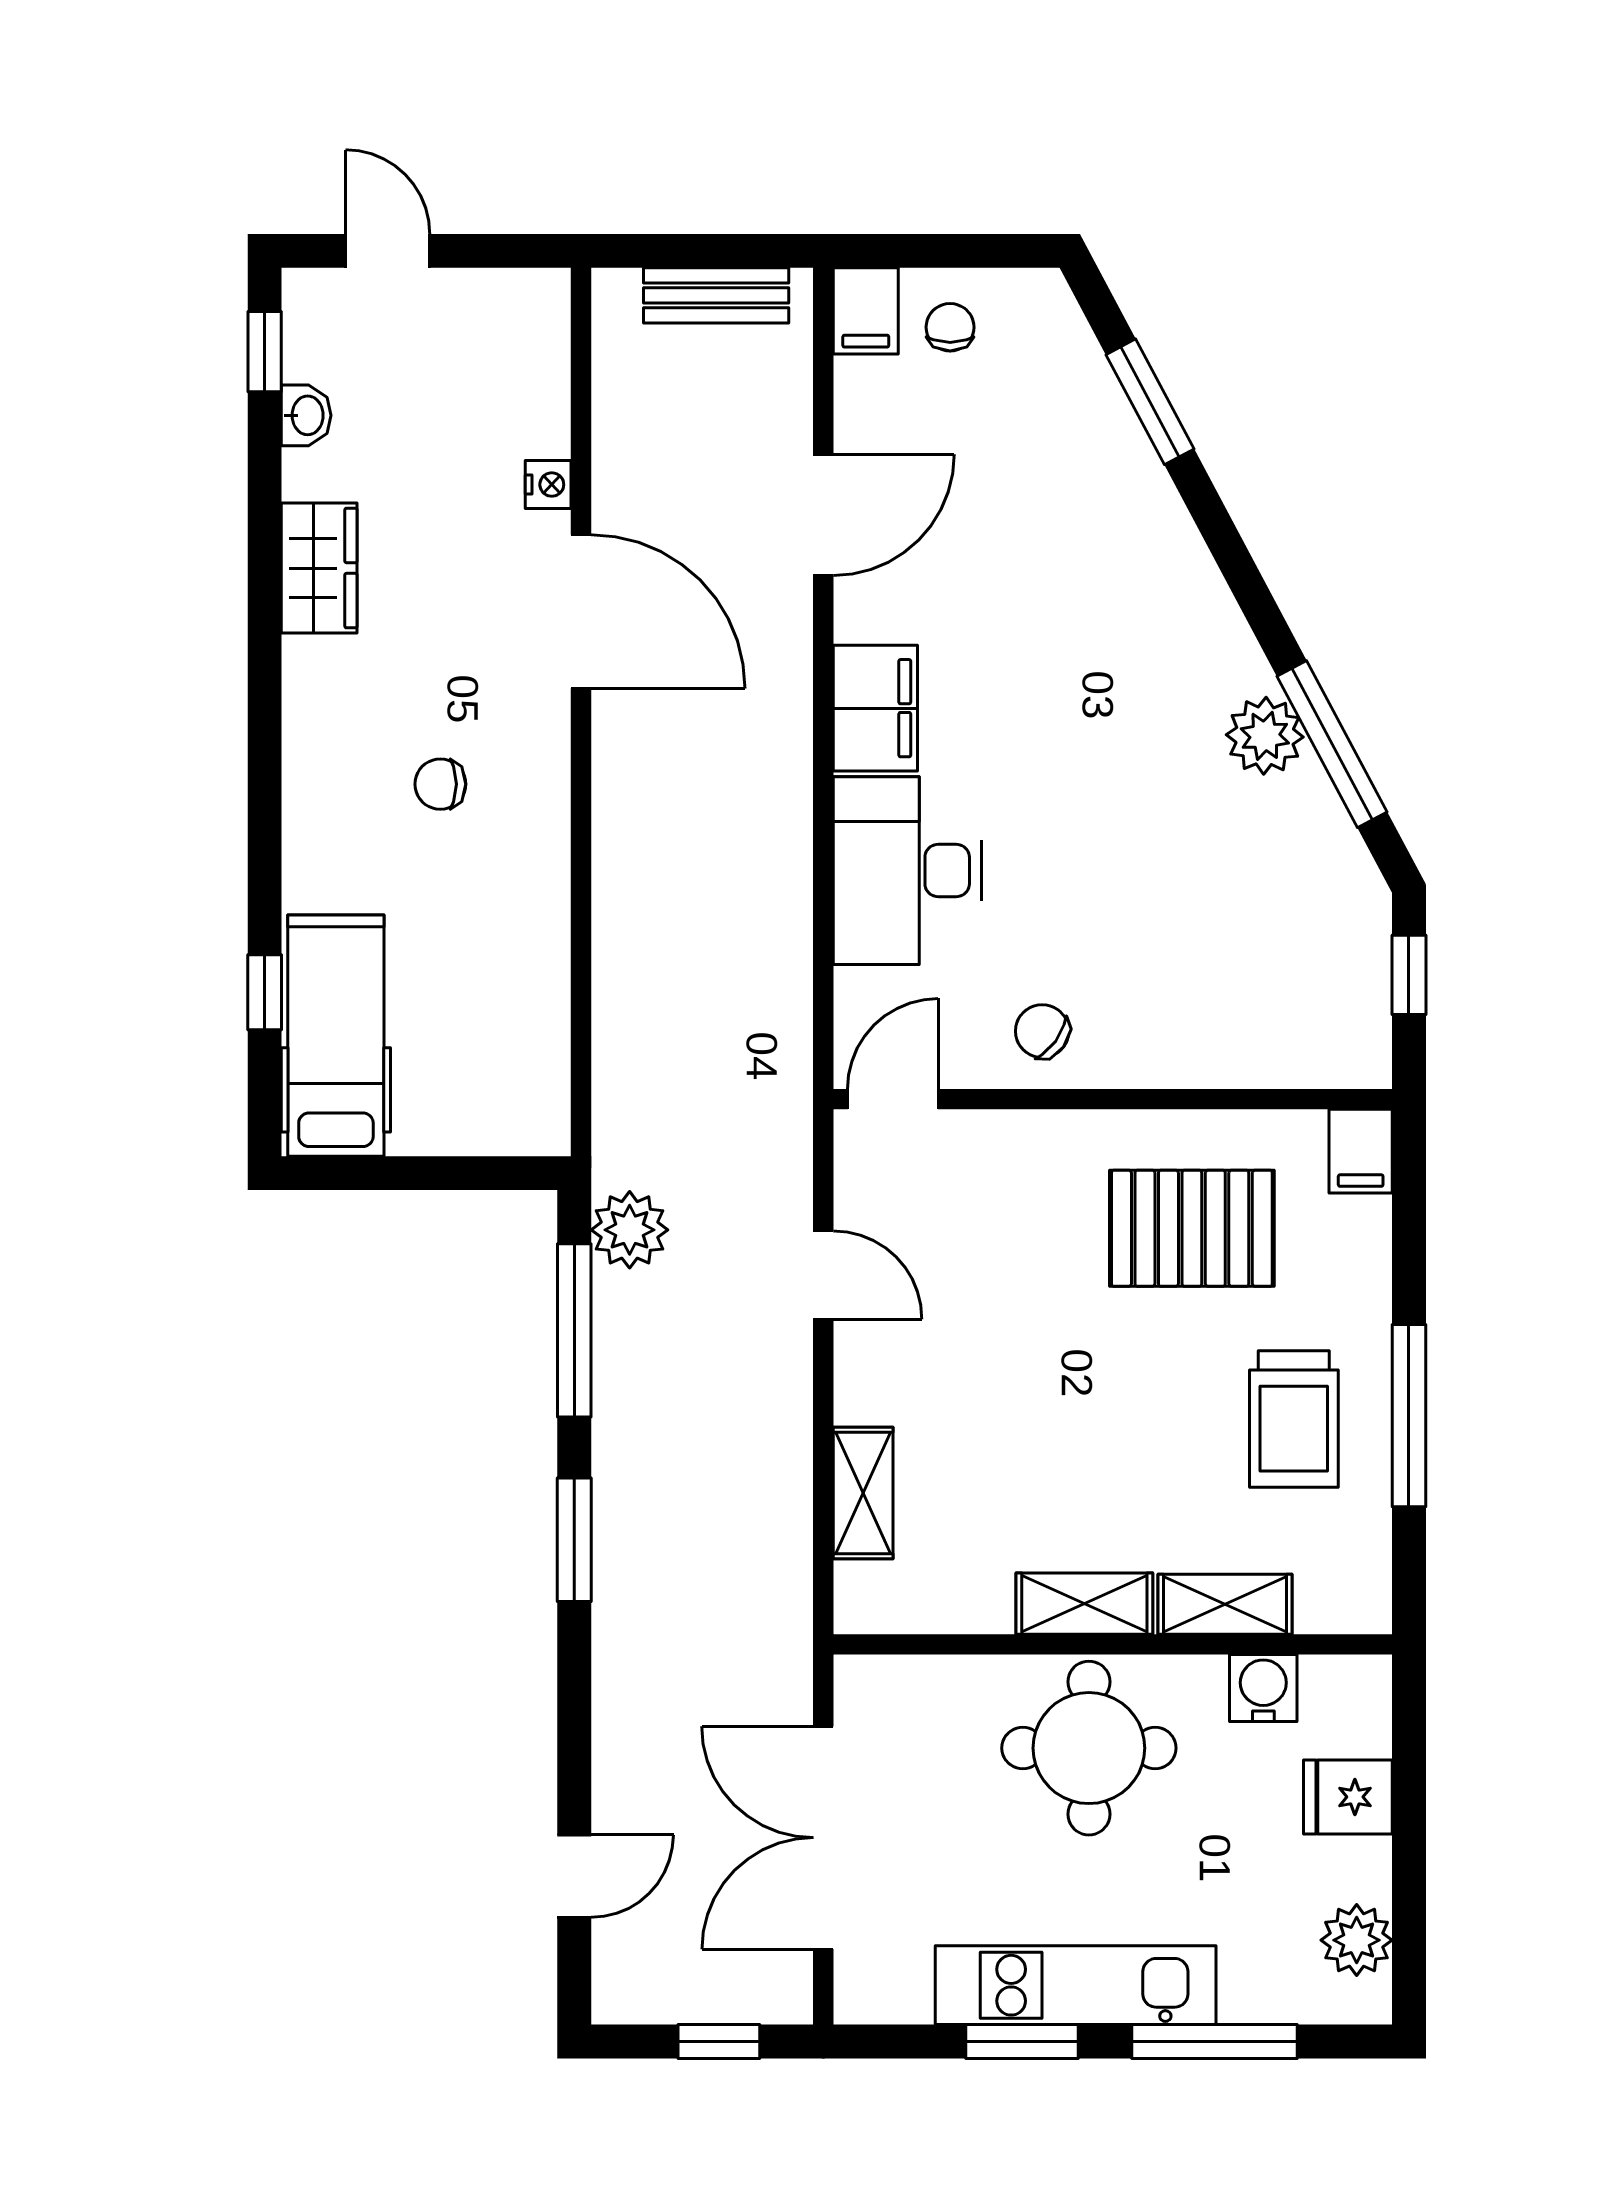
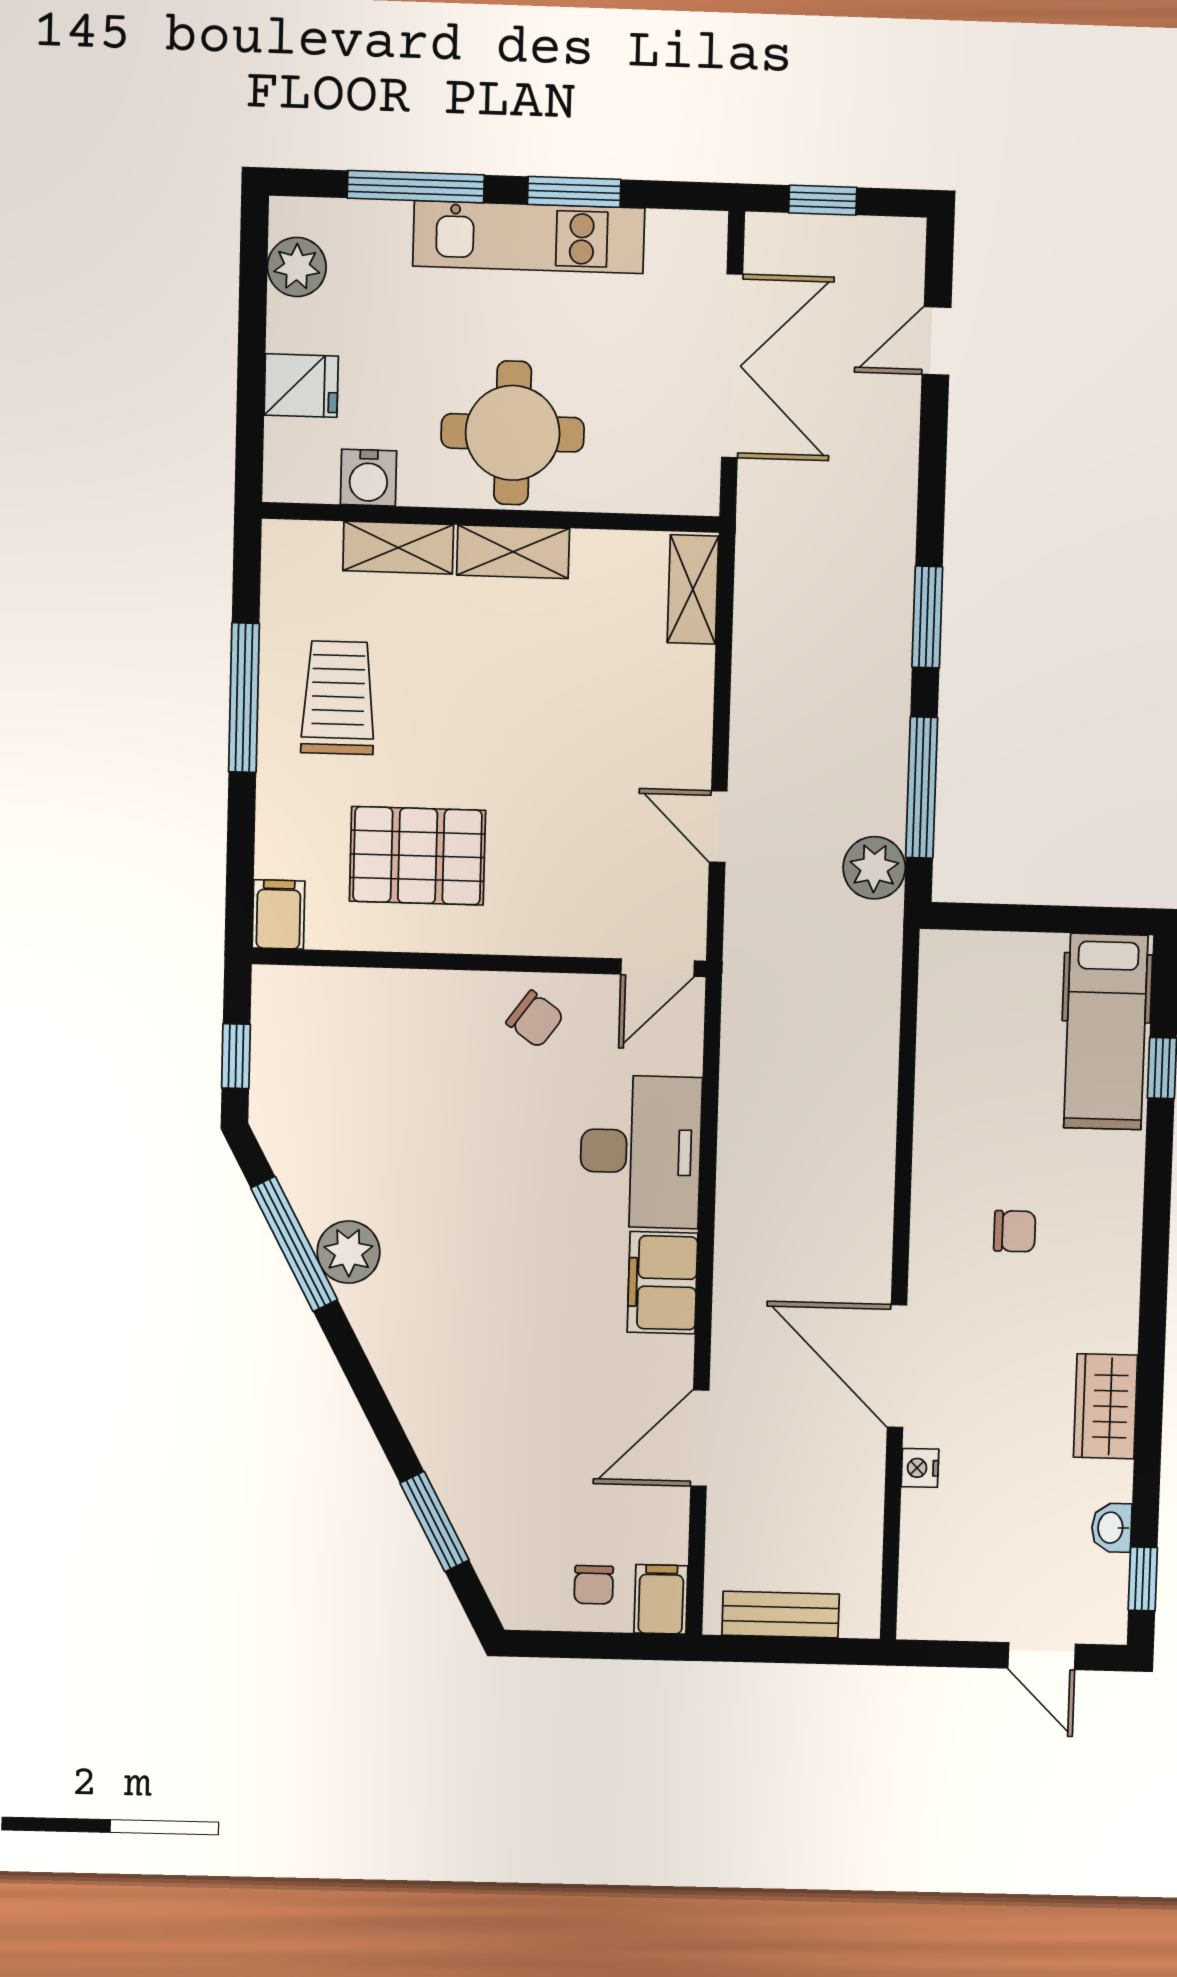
shelving: (863, 1493) -> (693, 589), moved

